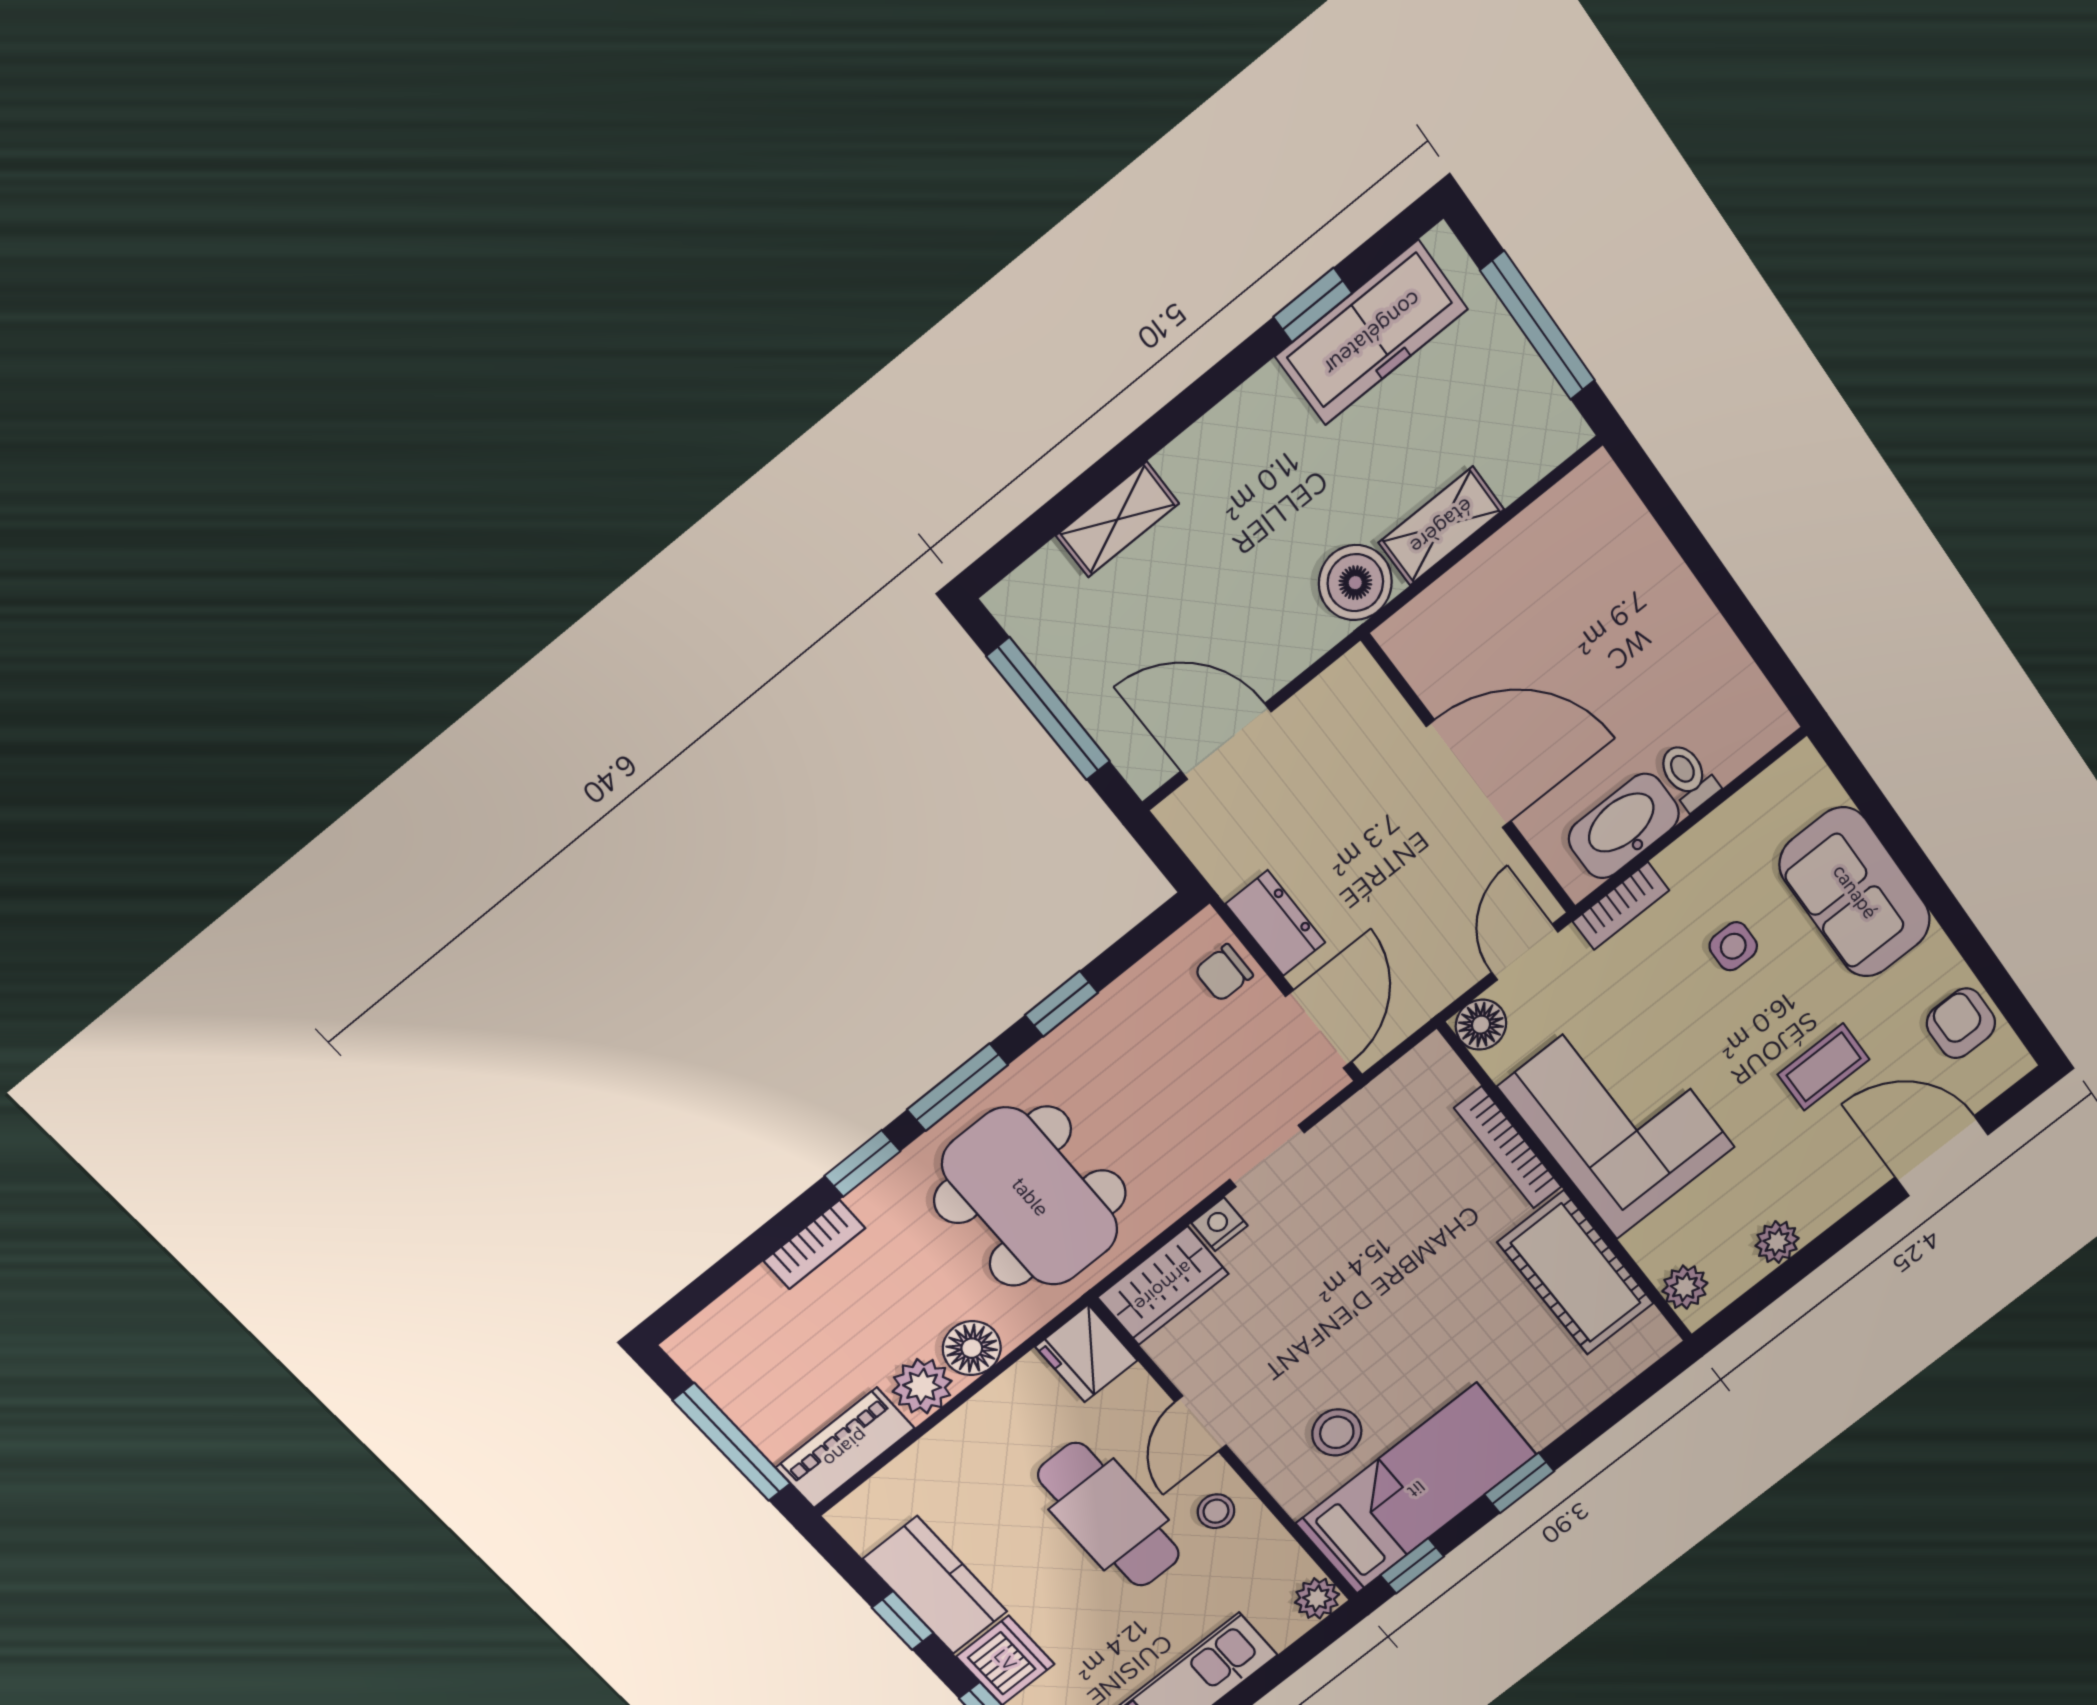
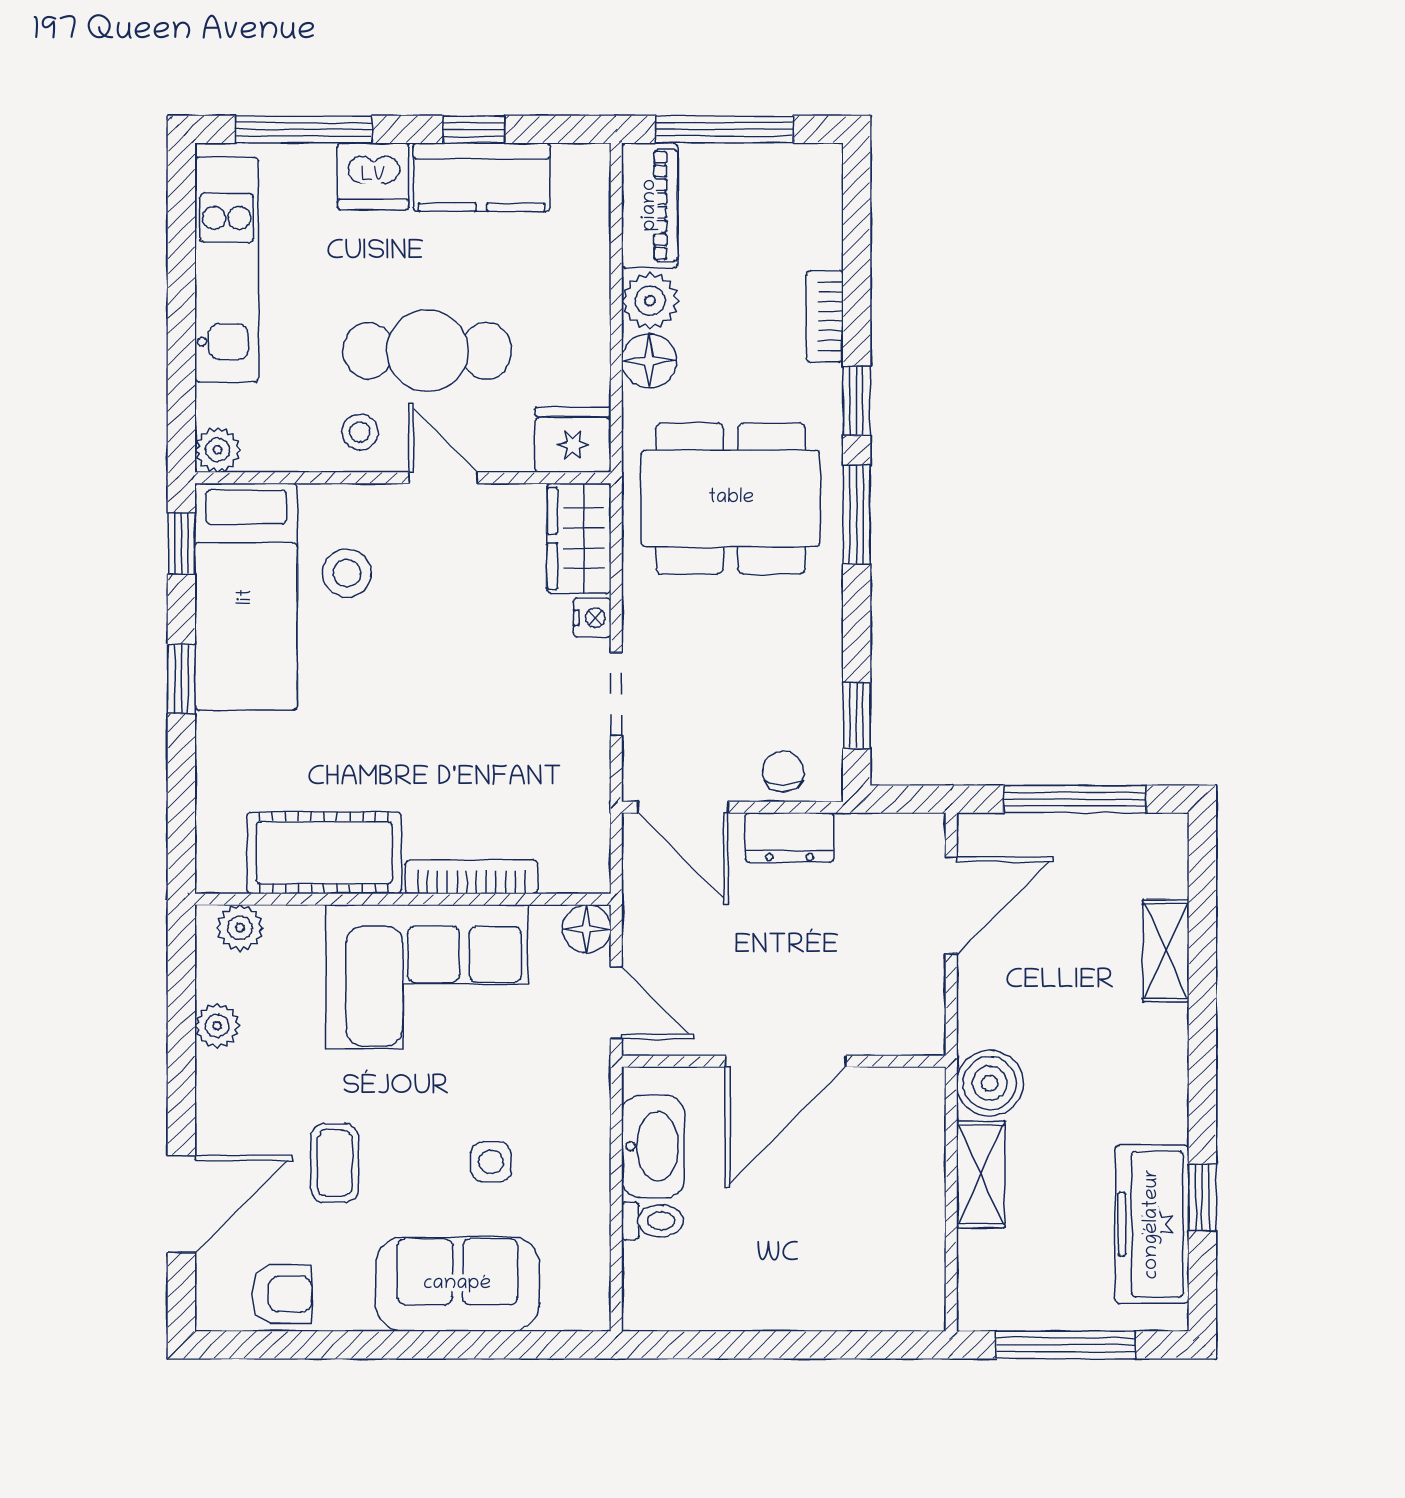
bookcase: (1621, 906) -> (593, 1100), removed
window: (1061, 1004) -> (857, 715), moved

